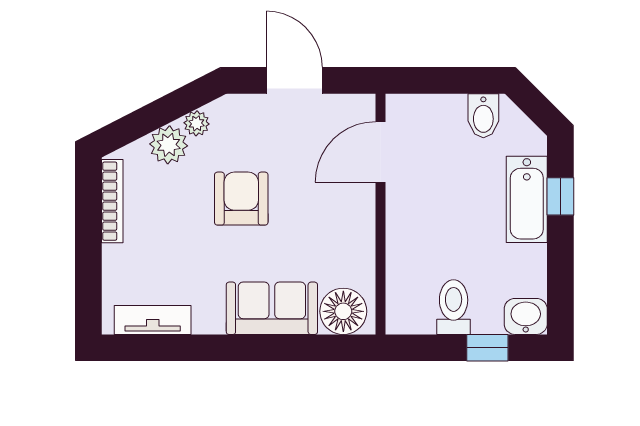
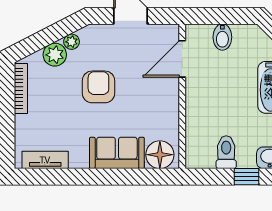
bidet: (483, 116) -> (222, 37), moved

